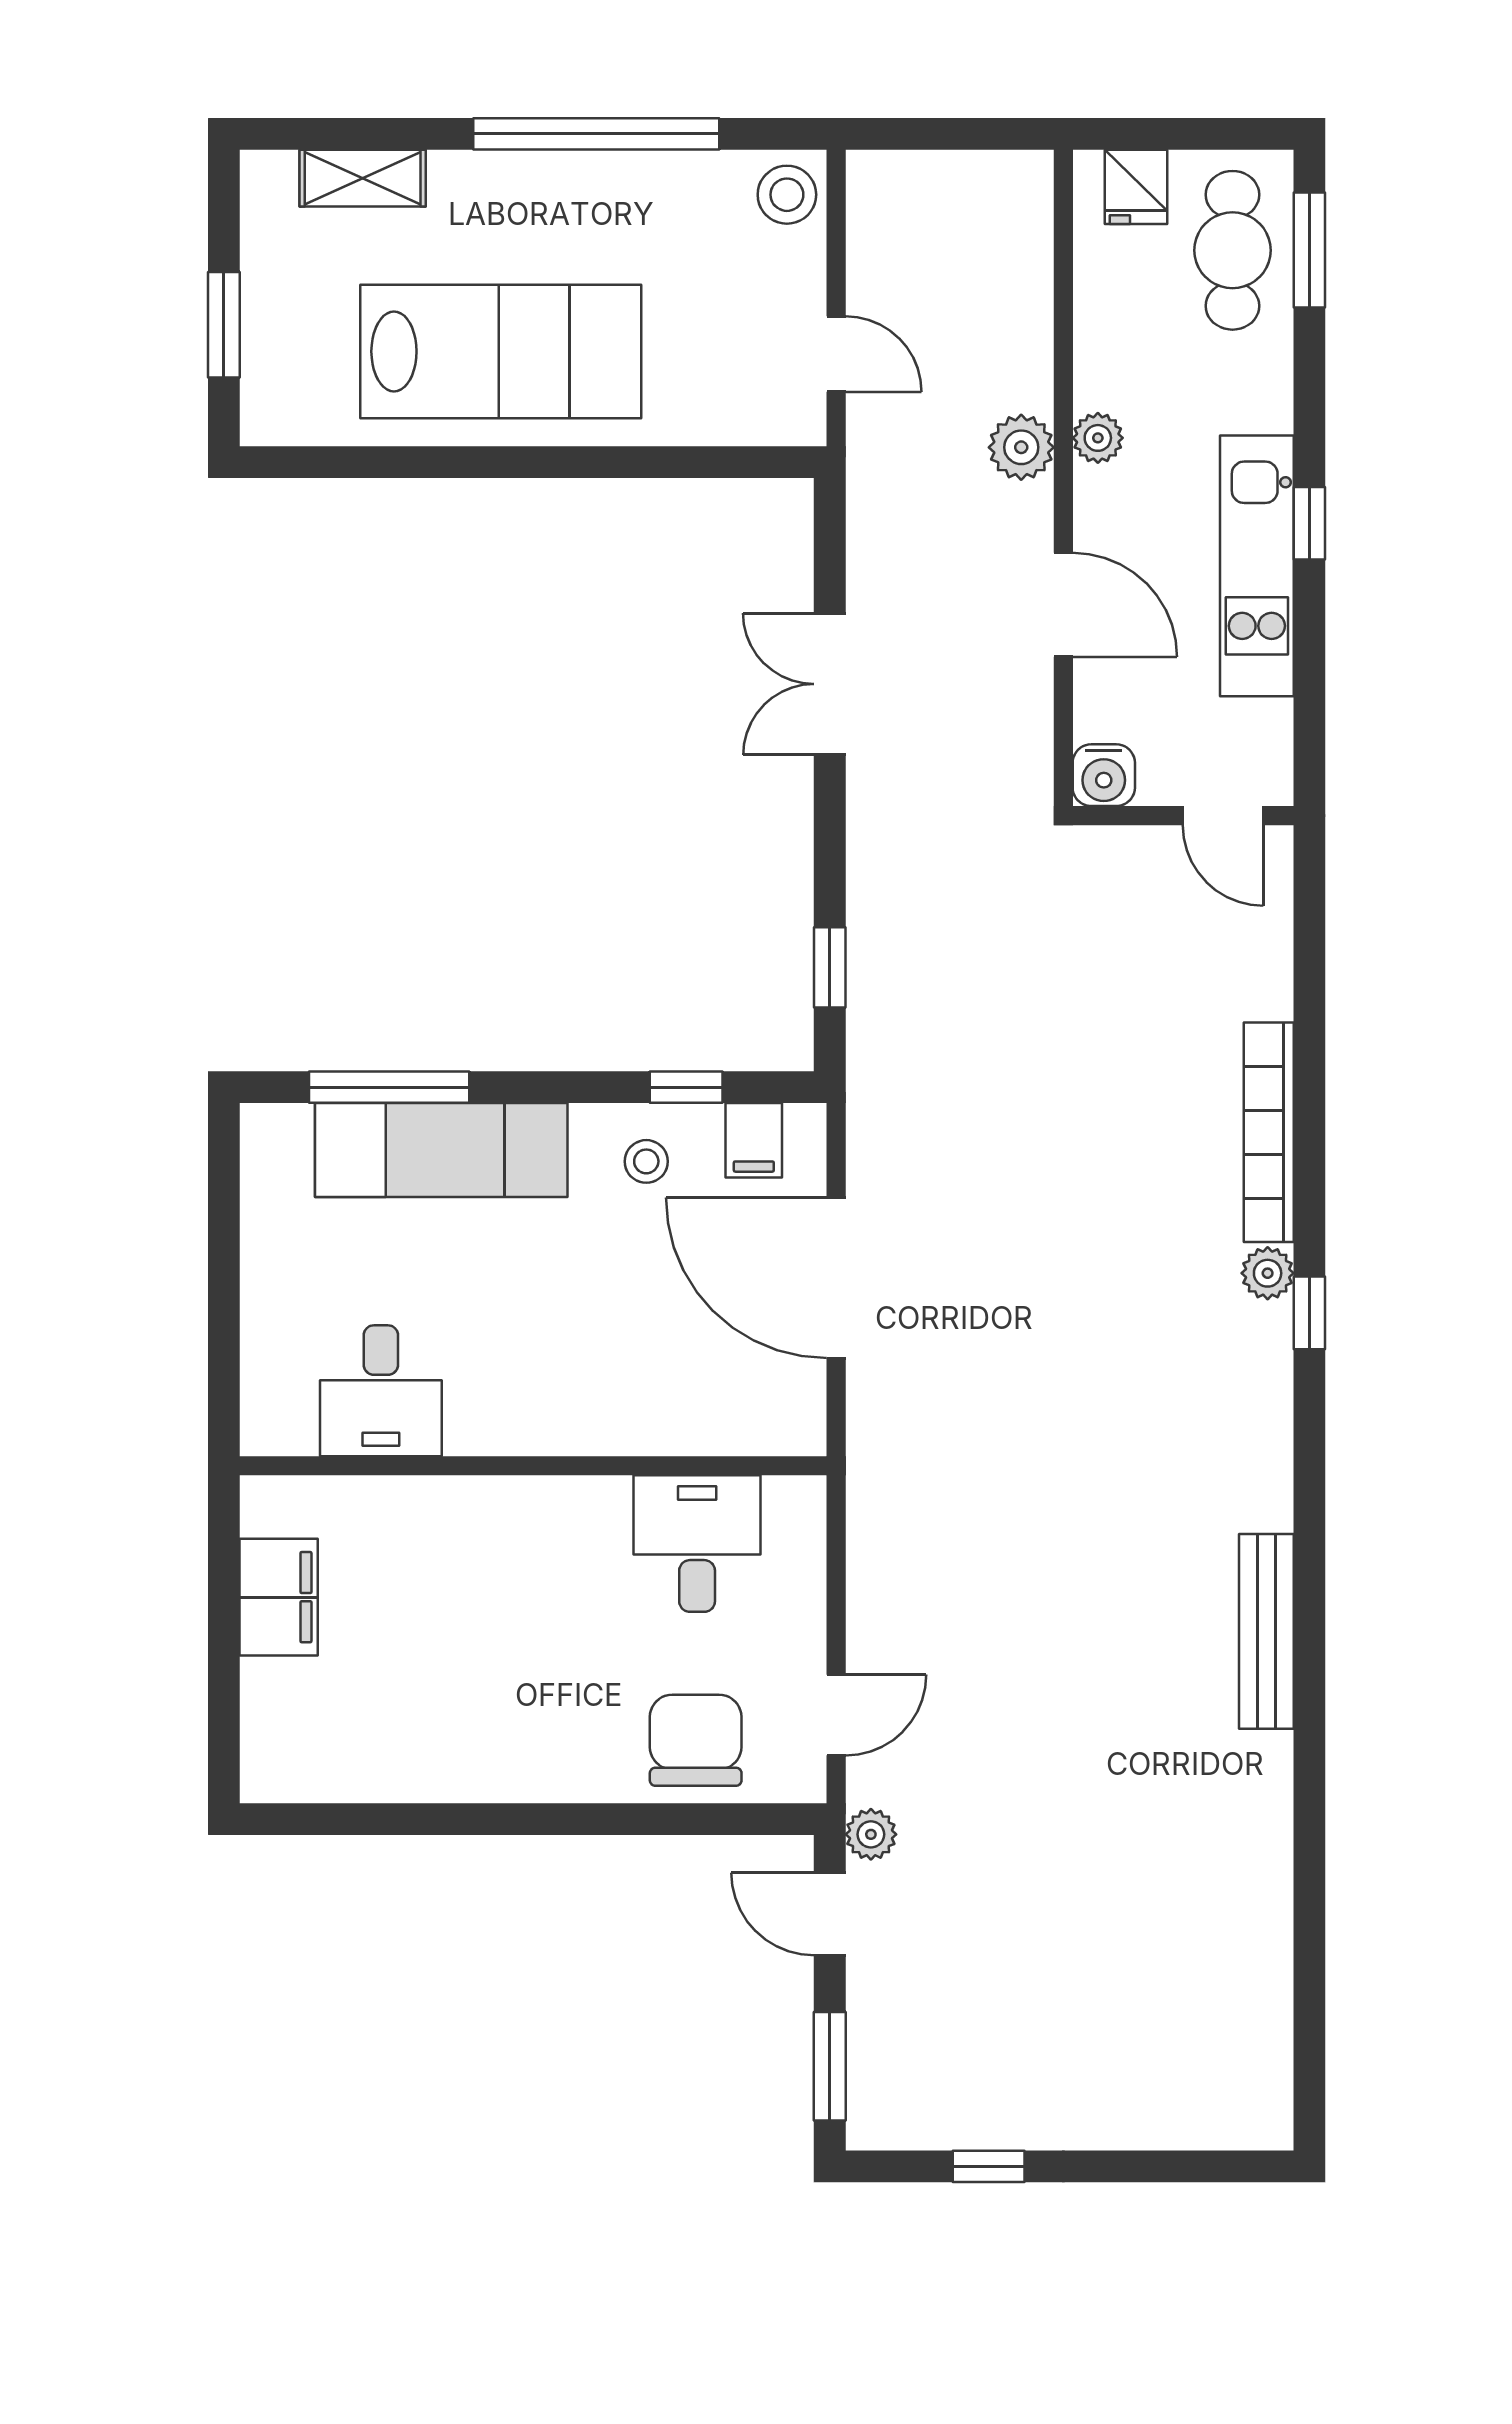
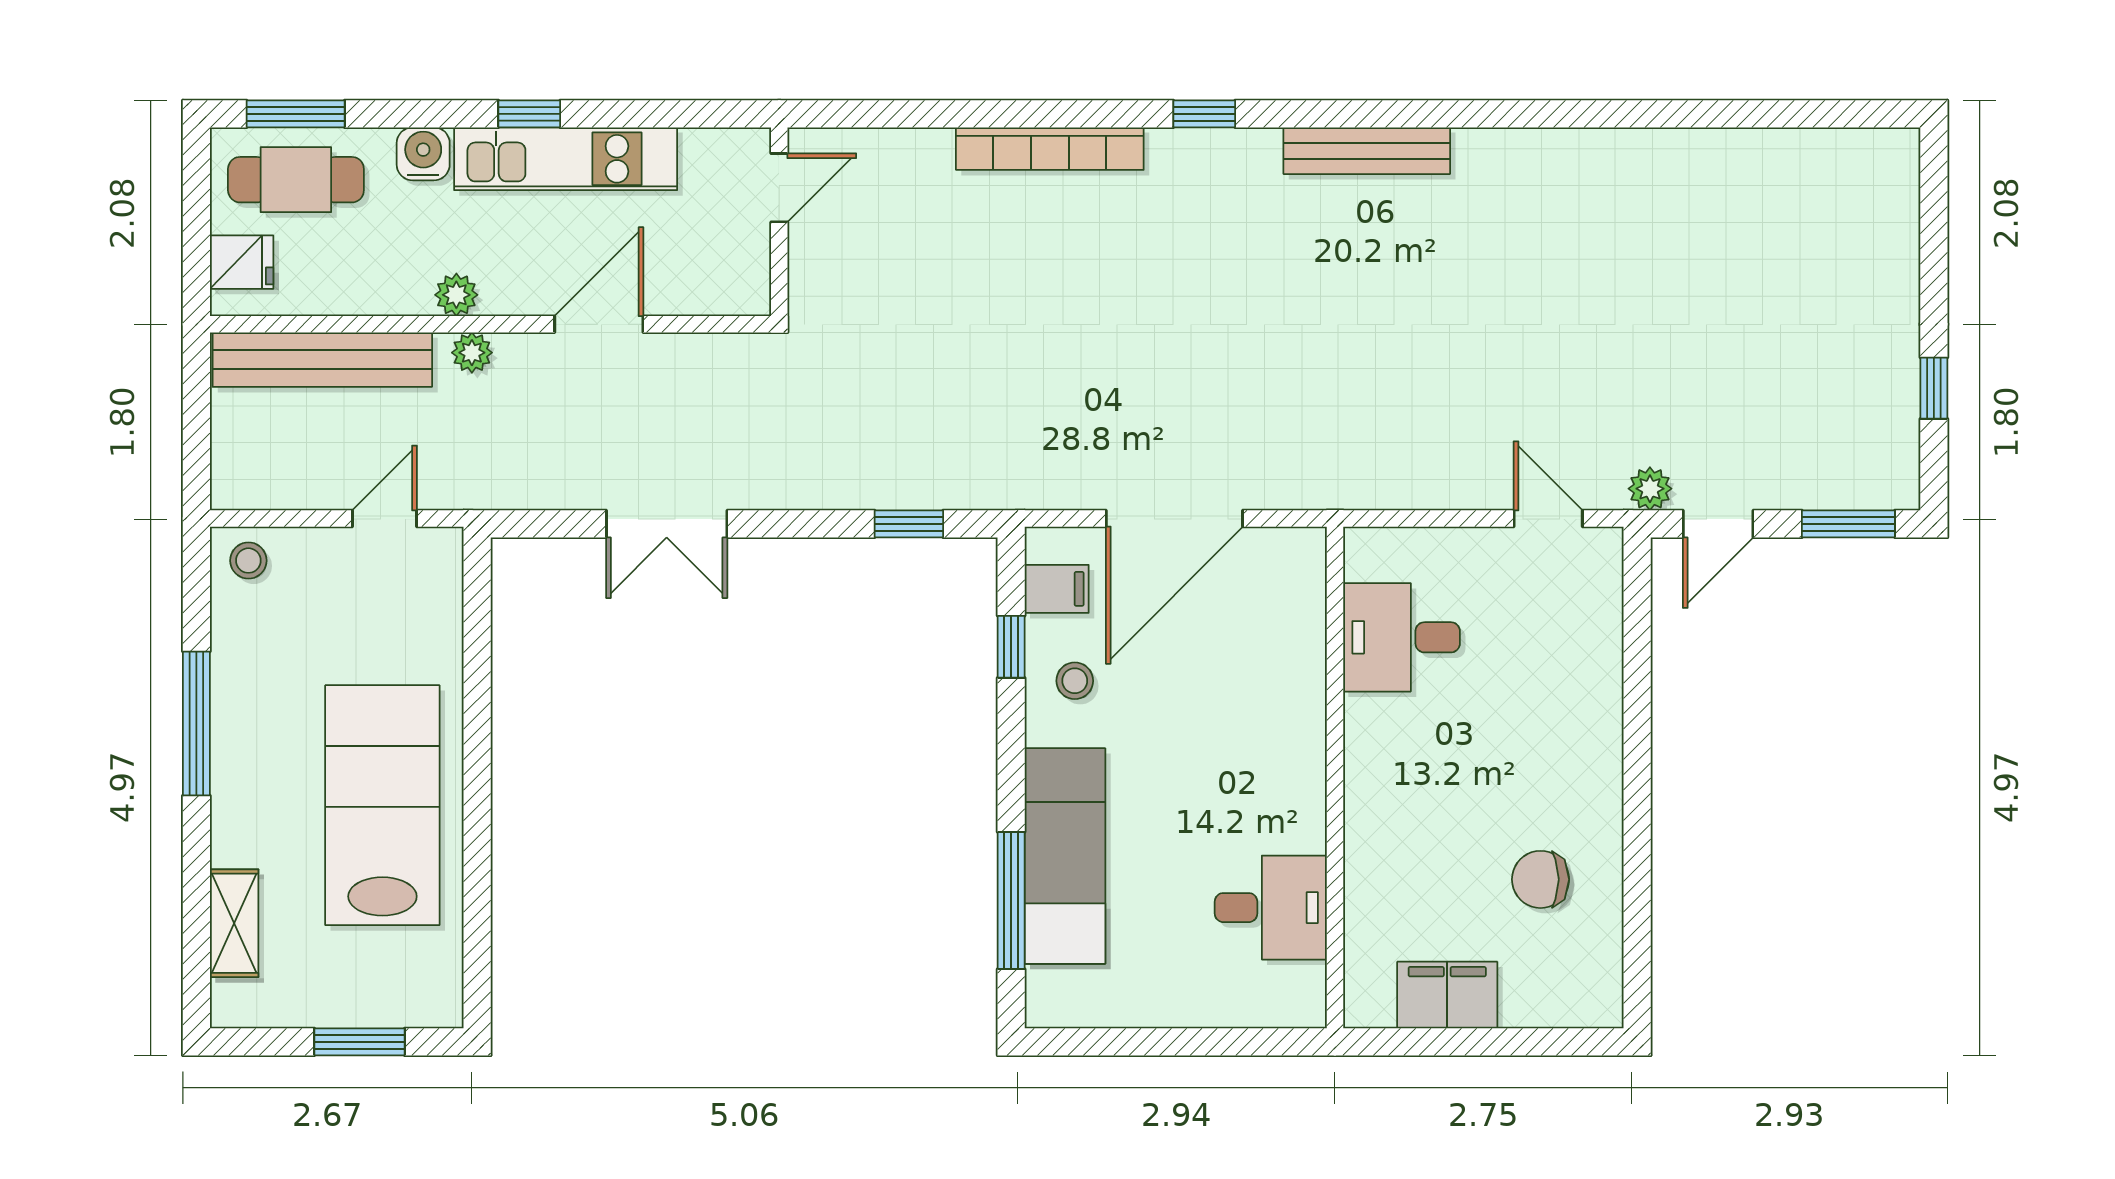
window: (596, 134) -> (196, 723), width x0.68
stool: (787, 195) -> (248, 561), width x0.73, depth x0.73
bench: (1022, 281) -> (322, 360), added
plant: (1021, 447) -> (472, 353), width x0.73, depth x0.73
water cooler: (1104, 775) -> (423, 154), moved, turned -90
plant: (1268, 1273) -> (1170, 150), removed
bench: (1266, 1631) -> (1367, 151), moved
chair: (696, 1740) -> (1540, 879), moved, width x0.73, depth x0.73

